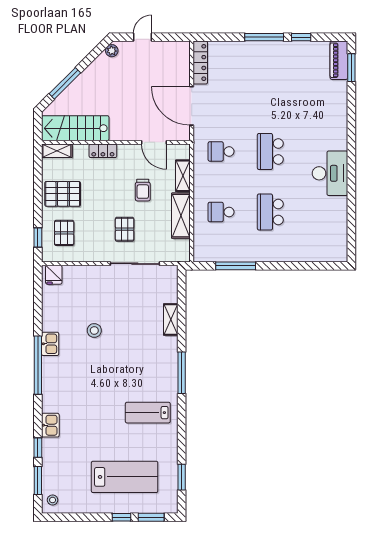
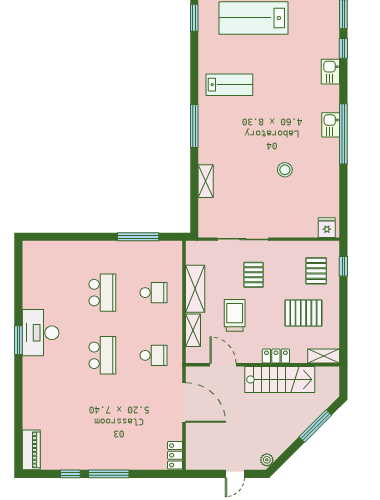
locker: (200, 63) -> (175, 455), width x0.66
window: (351, 68) -> (18, 340), moved
stairs: (75, 128) -> (280, 379), moved
trolley: (143, 190) -> (235, 315), width x1.36, depth x1.39
pallet: (63, 194) -> (303, 313), moved
kitchen sink: (50, 344) -> (331, 125), moved

